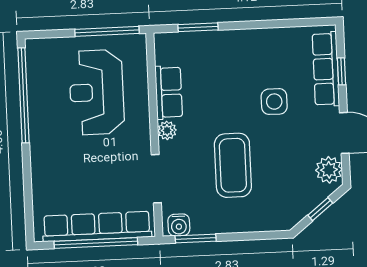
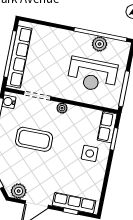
reception desk: (97, 92) -> (92, 75), turned 180
row of seats: (169, 92) -> (107, 127), moved, turned 90
plant: (40, 93) -> (100, 44), added
side table: (274, 102) -> (90, 153), moved

